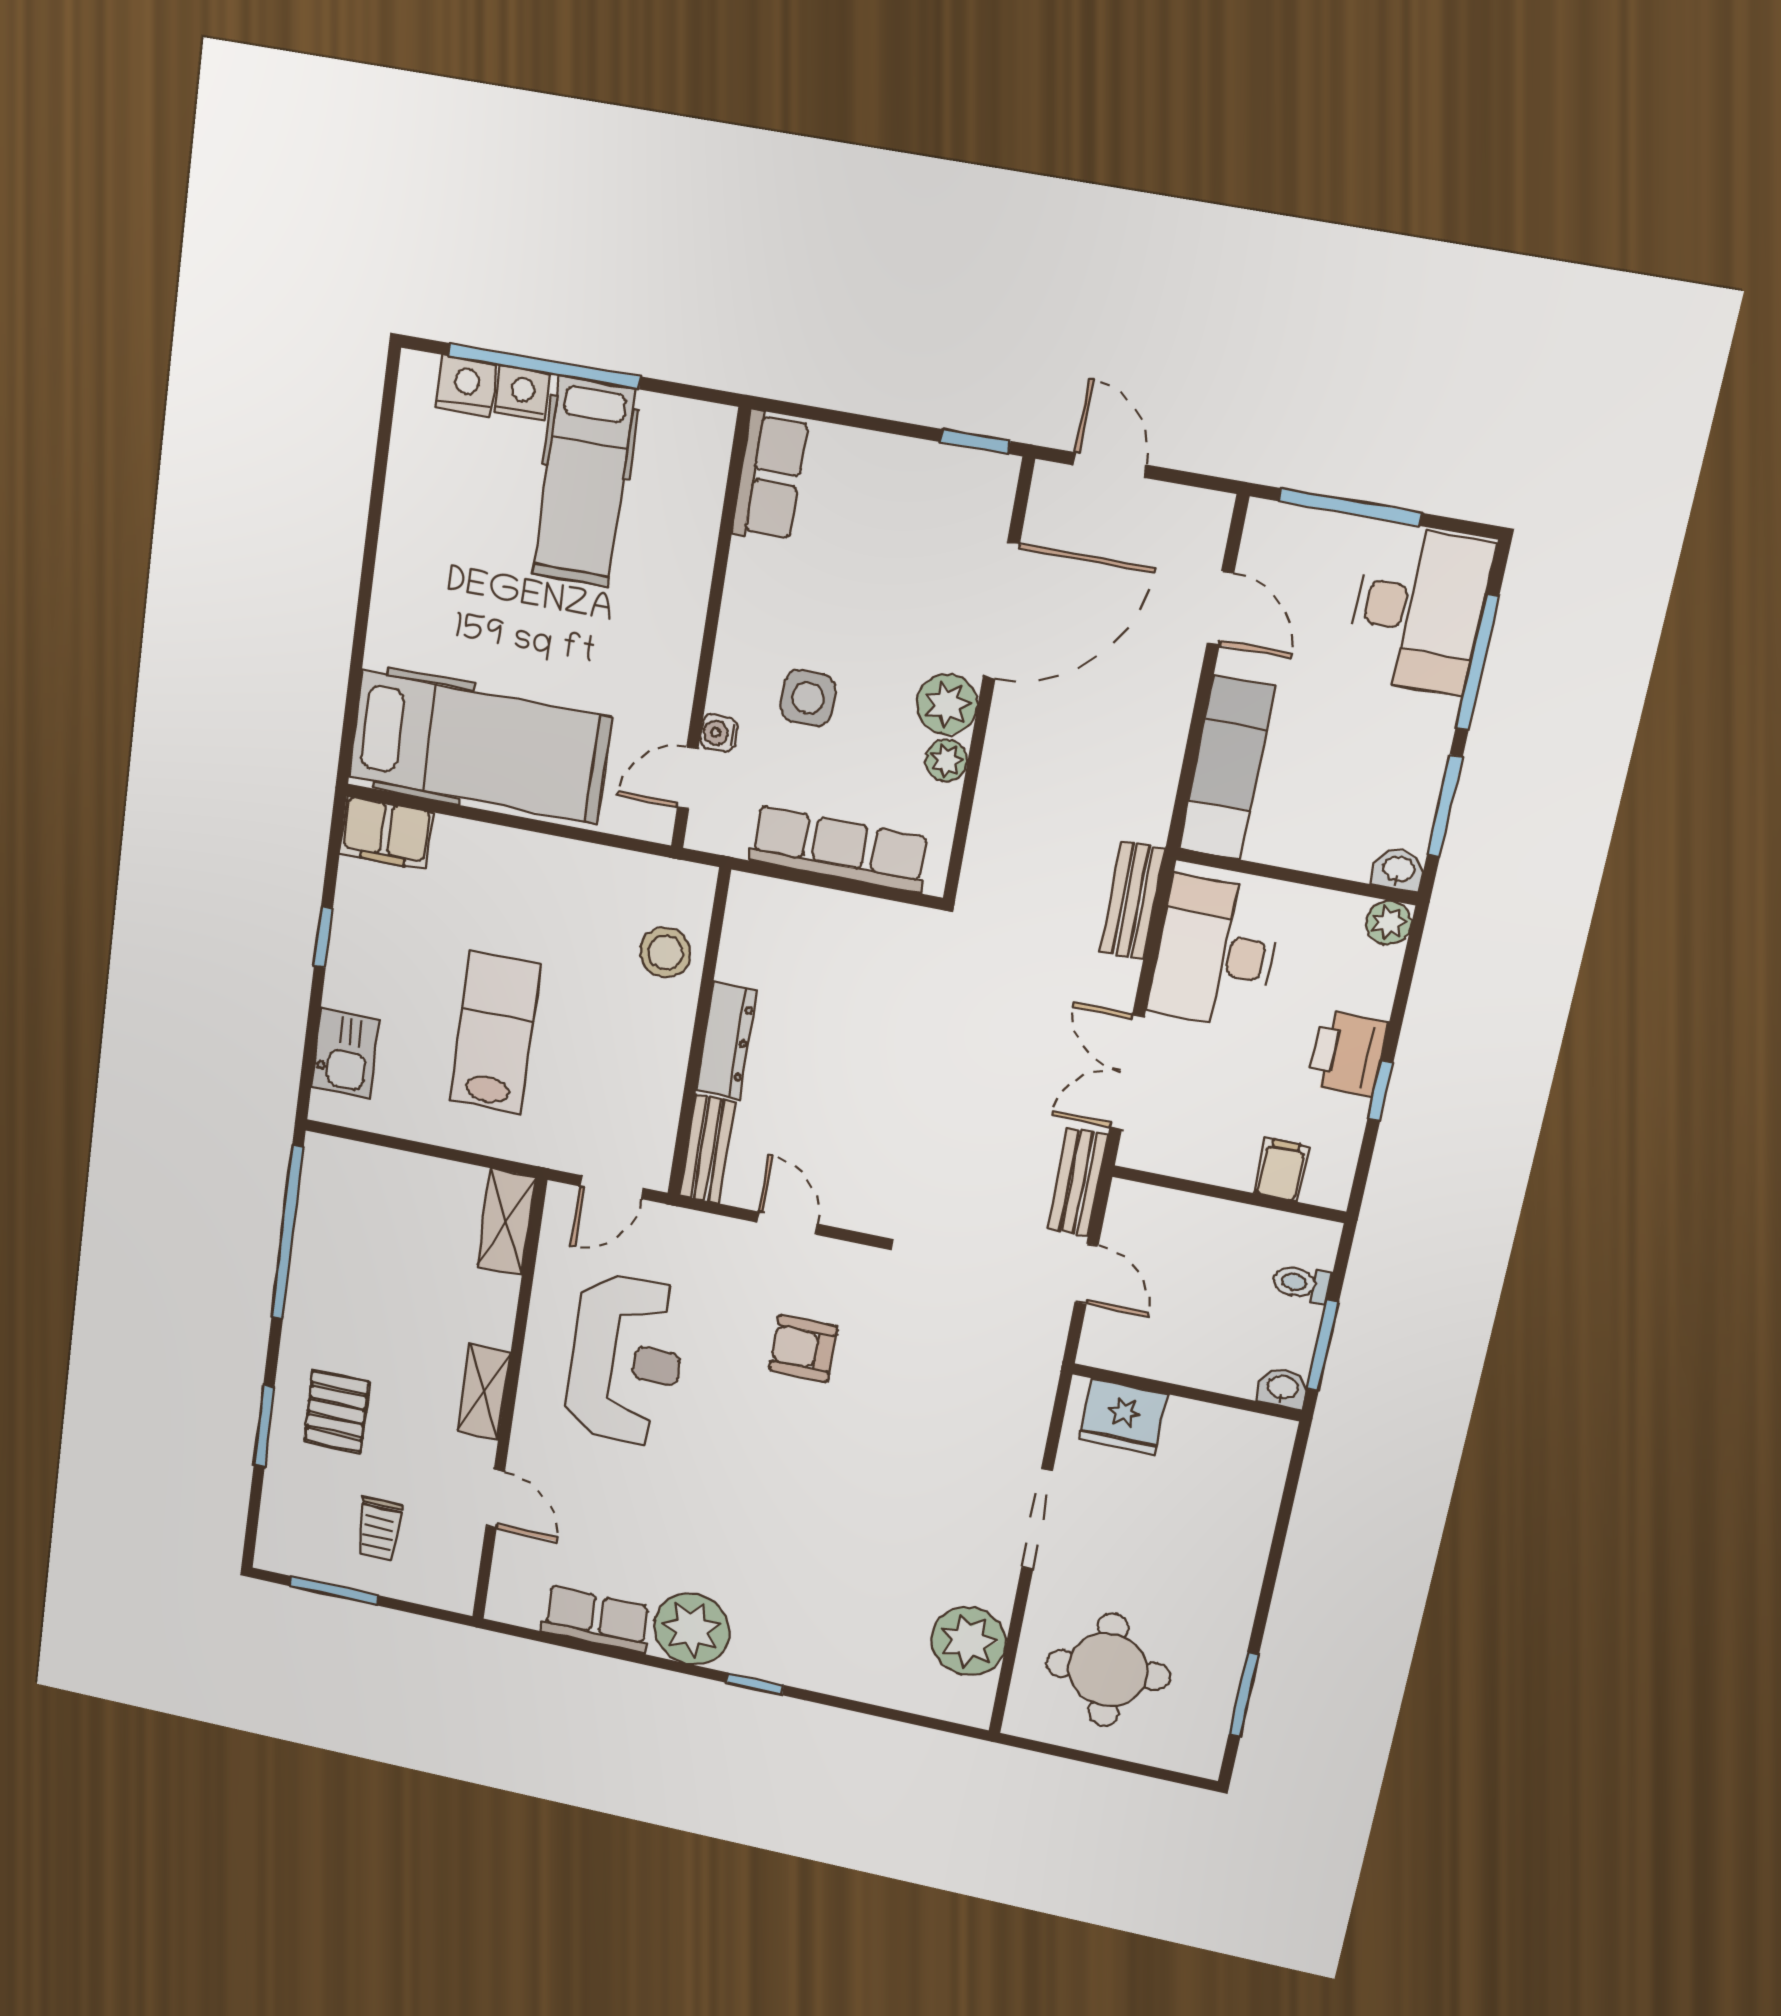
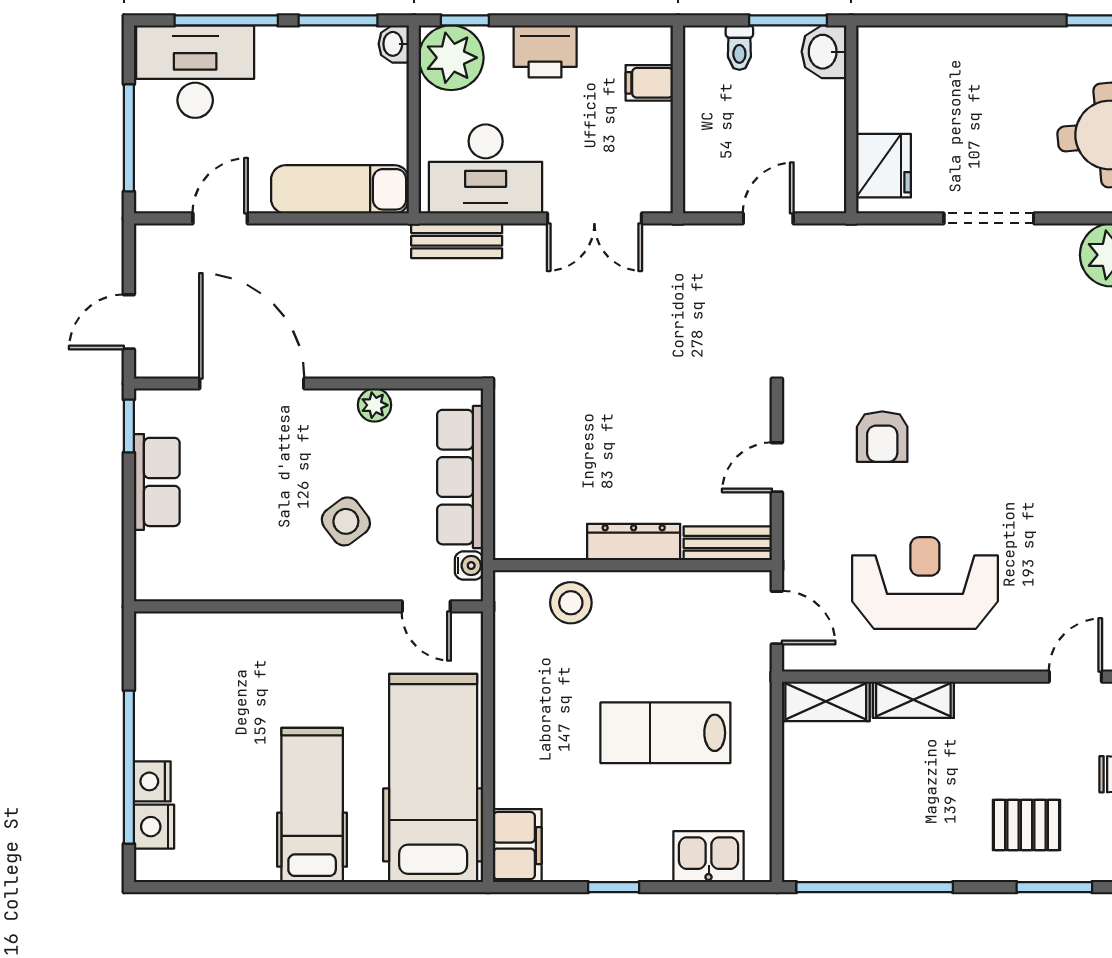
row of seats: (770, 476) -> (157, 482), moved, turned 90
hospital bed: (584, 482) -> (312, 805), moved, turned -90
side table: (808, 698) -> (346, 521), turned -37
plant: (947, 704) -> (331, 412), removed
water cooler: (719, 733) -> (469, 566), moved, turned -90
plant: (1389, 923) -> (451, 58), width x1.88, depth x1.88
window: (1380, 1091) -> (465, 20), moved
bench: (1078, 1182) -> (693, 240), removed
washbasin: (1282, 1388) -> (824, 52), width x1.38, depth x1.45
shelving: (484, 1392) -> (913, 700), moved

